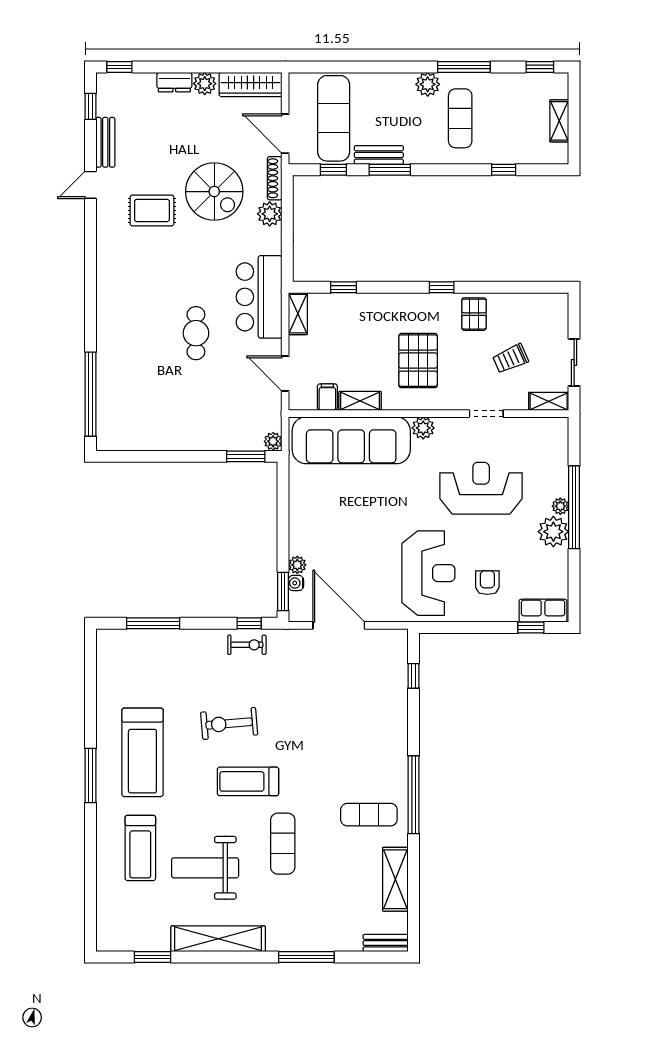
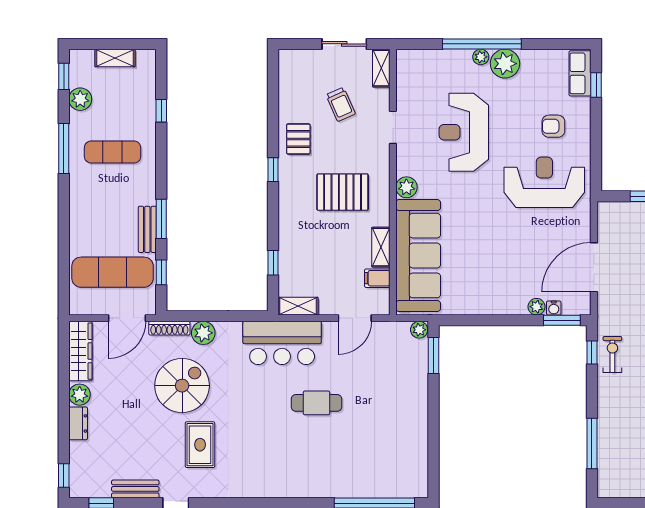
plant: (428, 84) -> (80, 99), moved
pallet: (474, 314) -> (298, 139), turned 90

